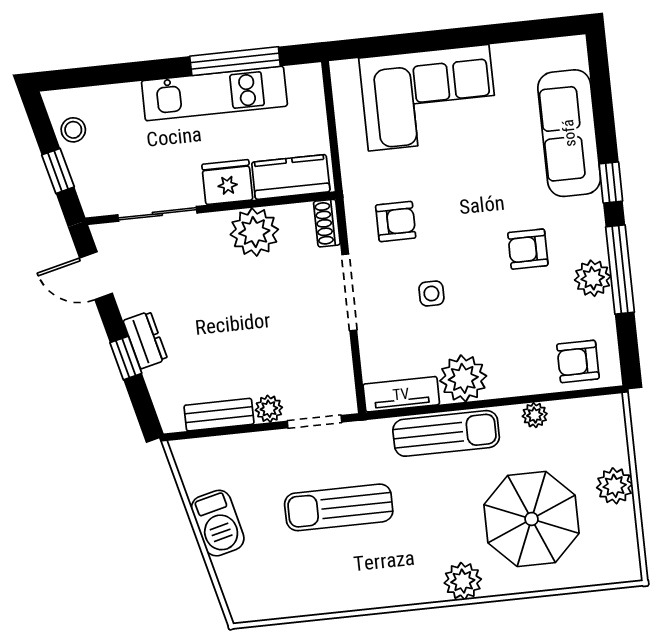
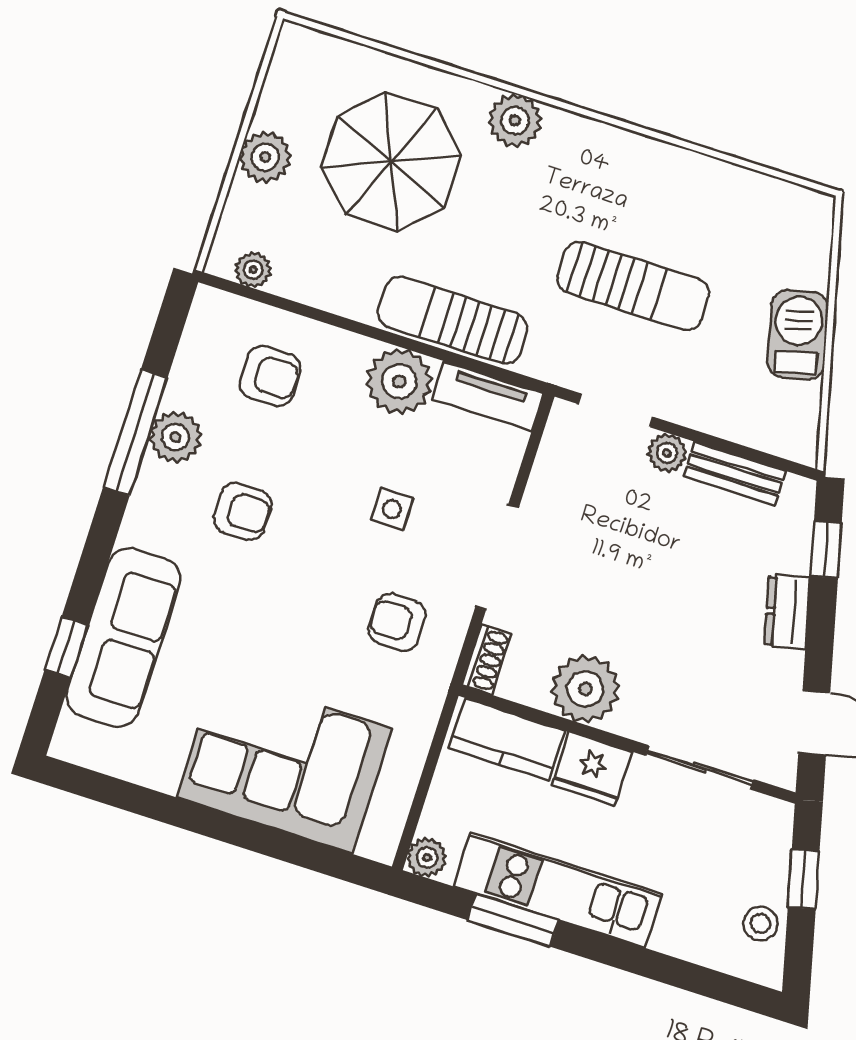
window: (235, 61) -> (513, 920), width x0.69
plant: (309, 77) -> (427, 858), added
window: (611, 183) -> (66, 648), moved
window: (126, 358) -> (826, 549), moved
armchair: (578, 361) -> (270, 376), moved
plant: (535, 415) -> (253, 270), moved

